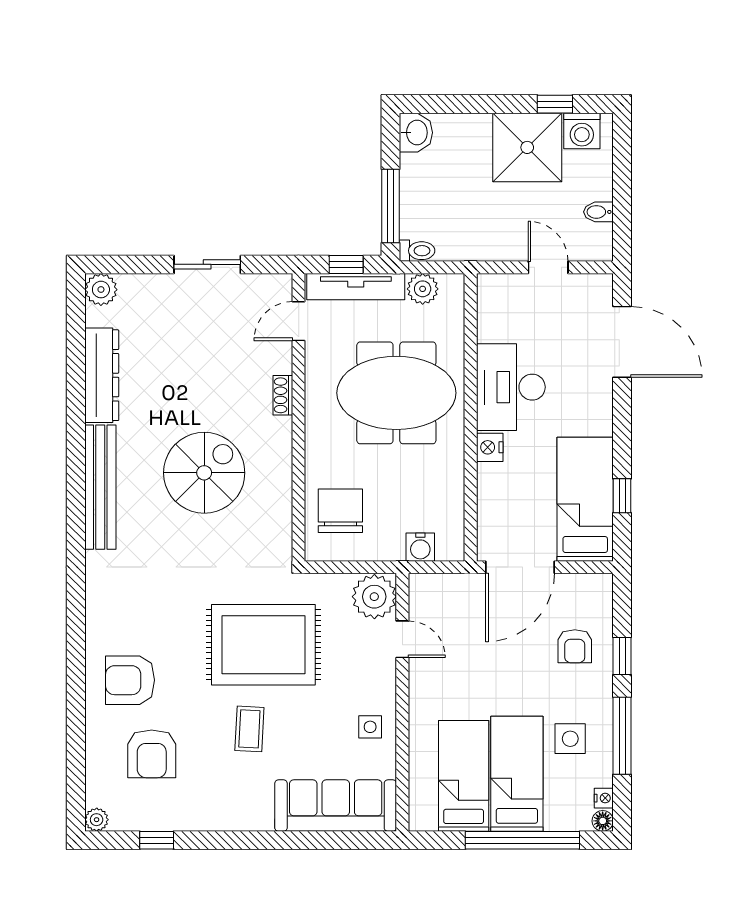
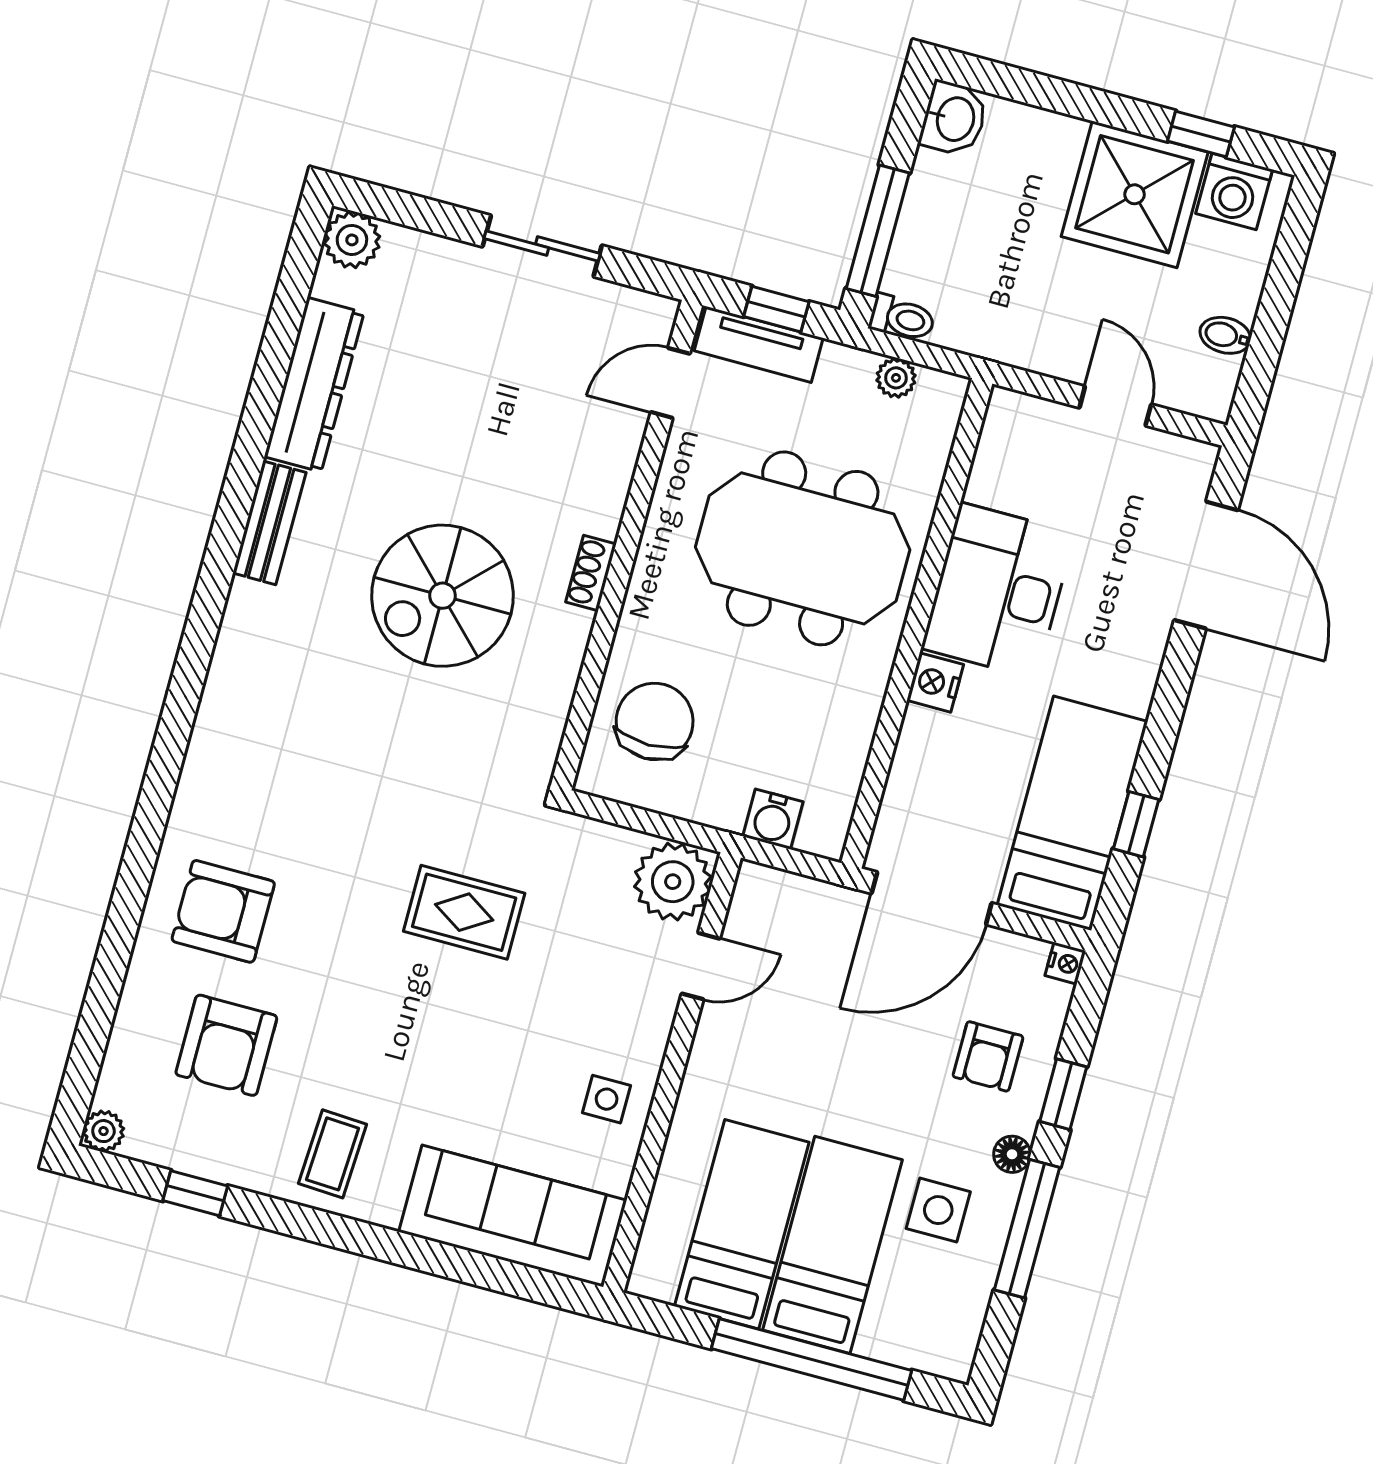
tv unit: (356, 287) -> (759, 344), width x0.71
plant: (423, 289) -> (896, 378), width x0.73, depth x0.73
shoe rack: (283, 395) -> (591, 573), moved
spiral stairs: (204, 473) -> (442, 596), turned 180
bench: (100, 487) -> (269, 523), width x0.54, depth x0.82
door: (402, 639) -> (701, 966), hinge flipped
rug: (263, 645) -> (464, 912), width x0.54, depth x0.49
coffee table: (249, 729) -> (333, 1154), moved
nightstand: (604, 798) -> (1065, 963), moved
floor lamp: (603, 821) -> (1012, 1154), moved

